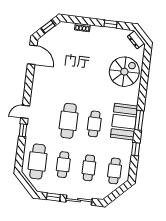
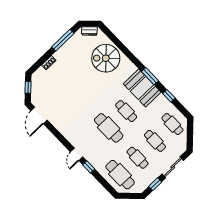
window: (111, 24) -> (63, 40), width x2.17
door: (32, 55) -> (39, 115), swing flipped
spiral stairs: (124, 72) -> (106, 58), turned -90

